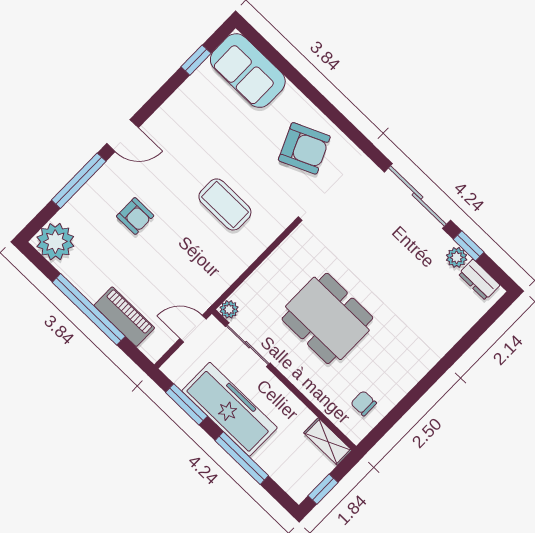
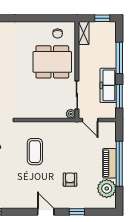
window: (79, 181) -> (77, 212), width x0.46
plant: (55, 242) -> (107, 189), moved
piano: (124, 317) -> (110, 163), moved
dining table: (327, 318) -> (52, 62), moved, turned 90
freezer: (230, 409) -> (108, 85), width x0.73, depth x0.79

